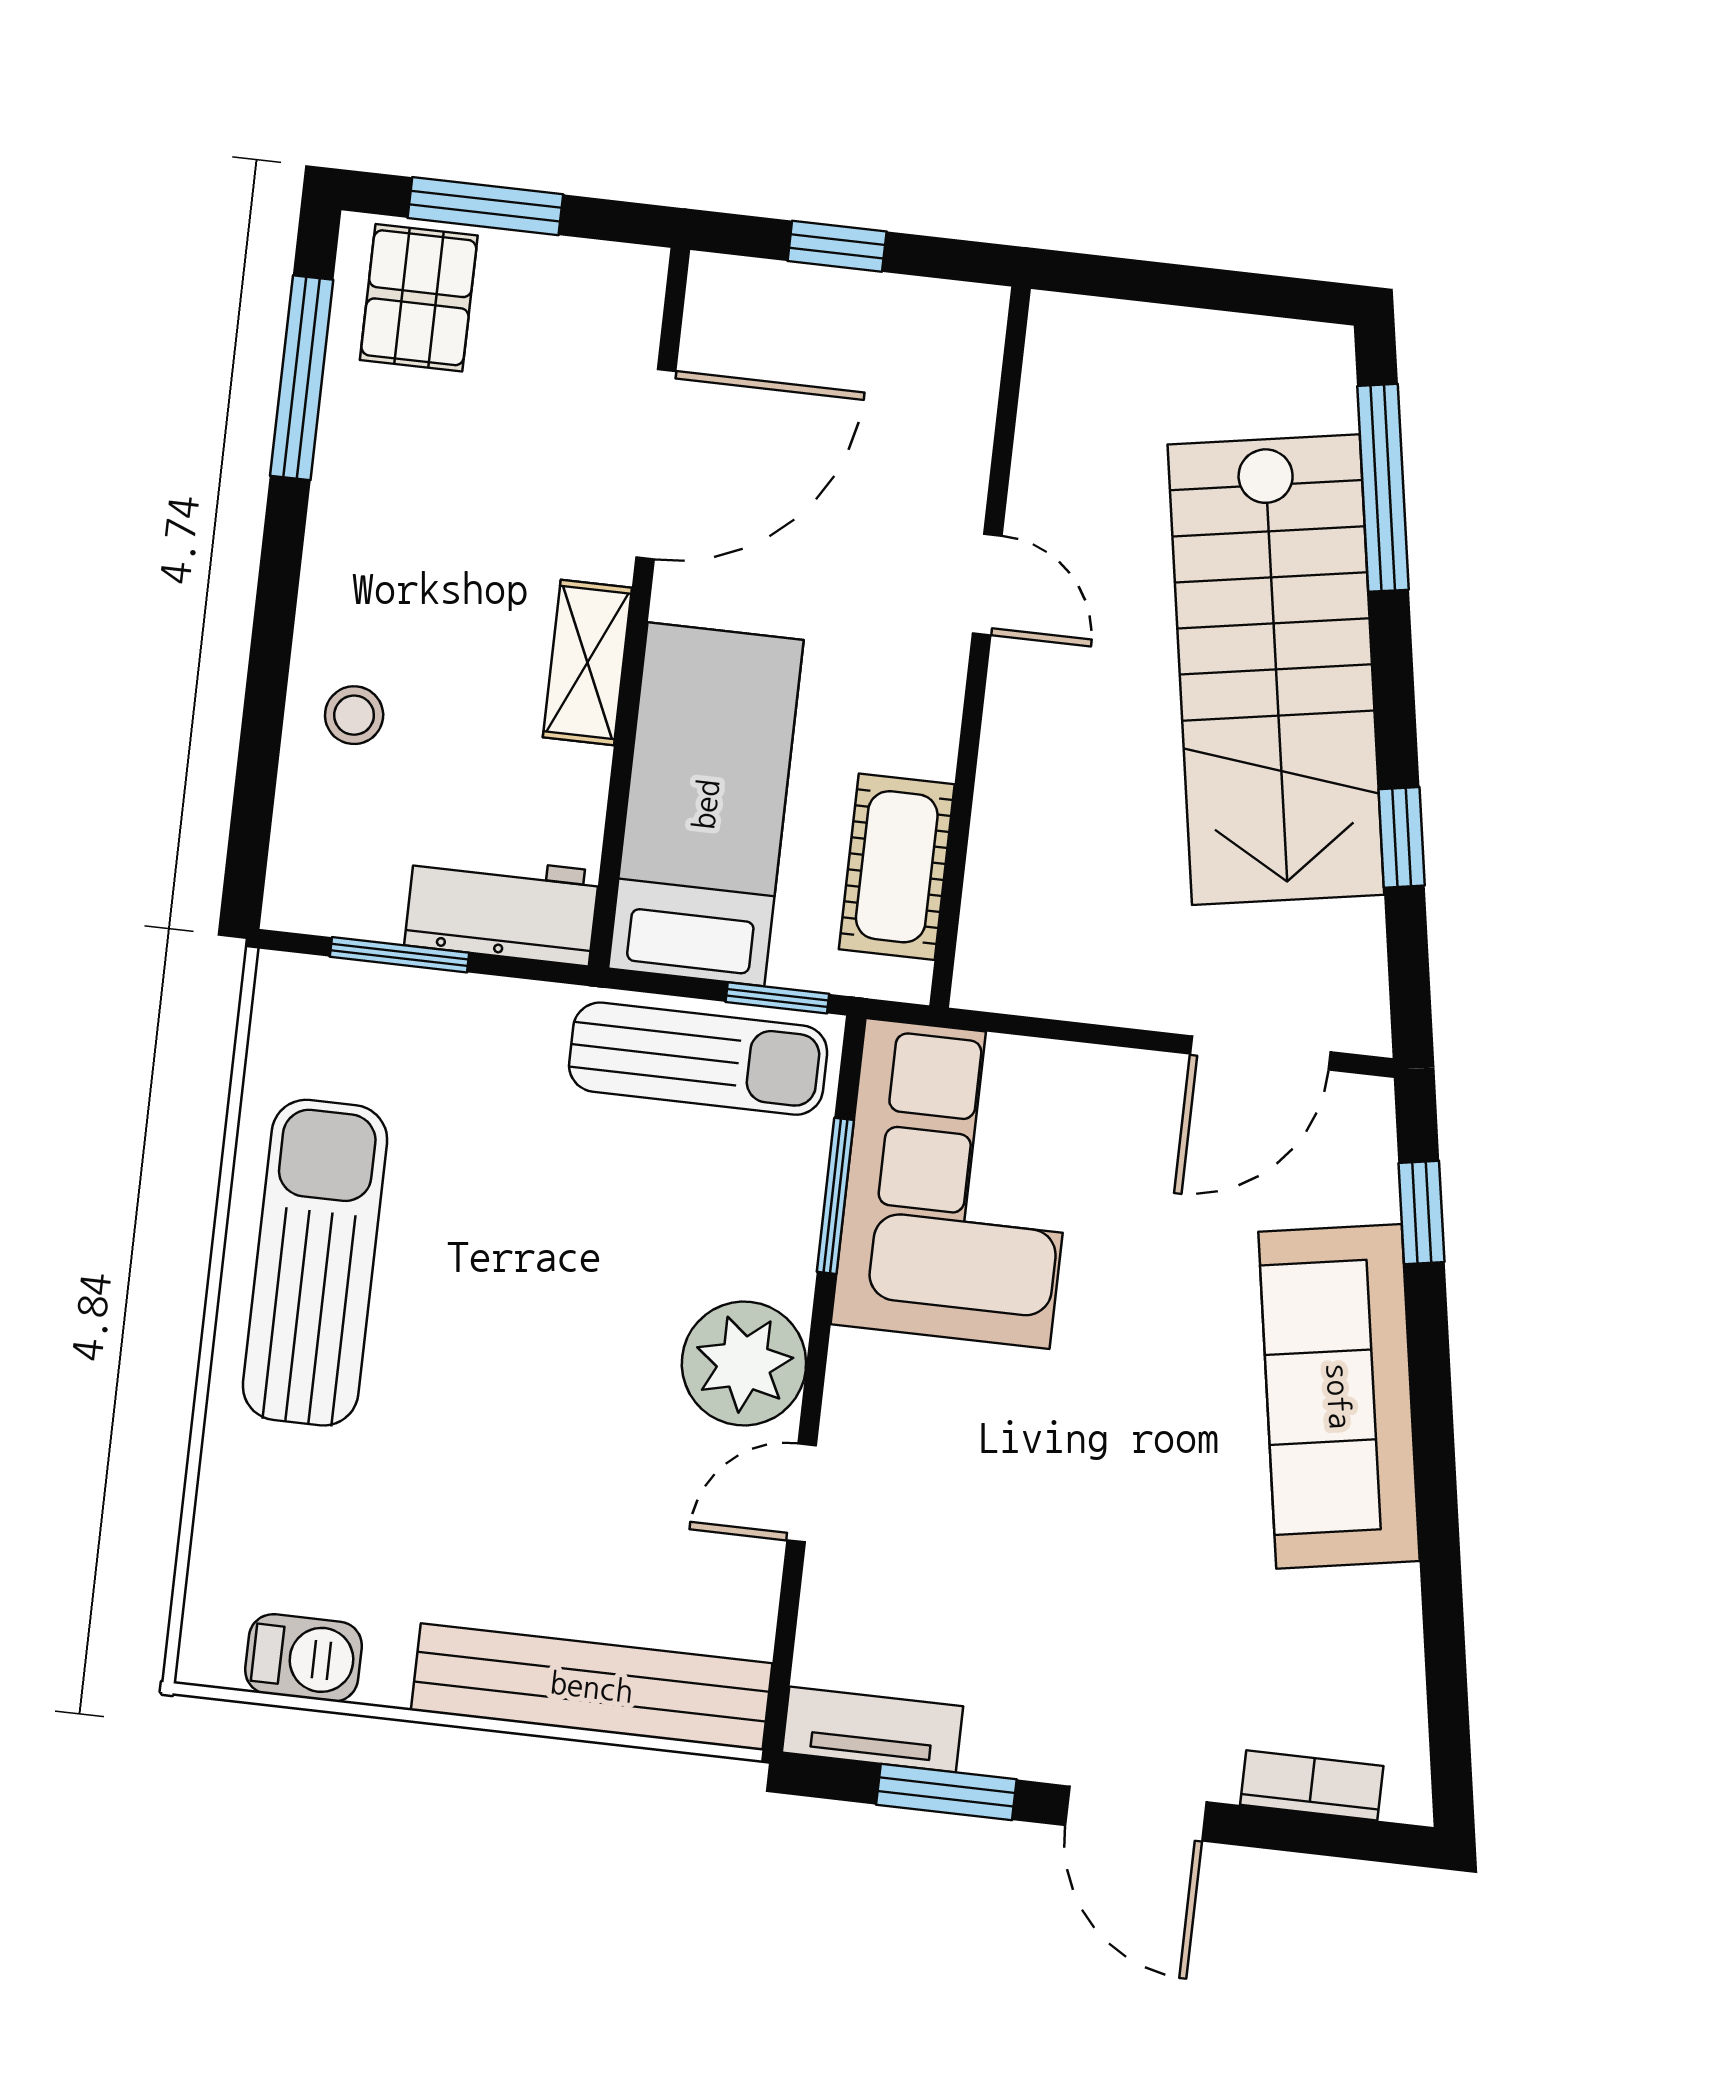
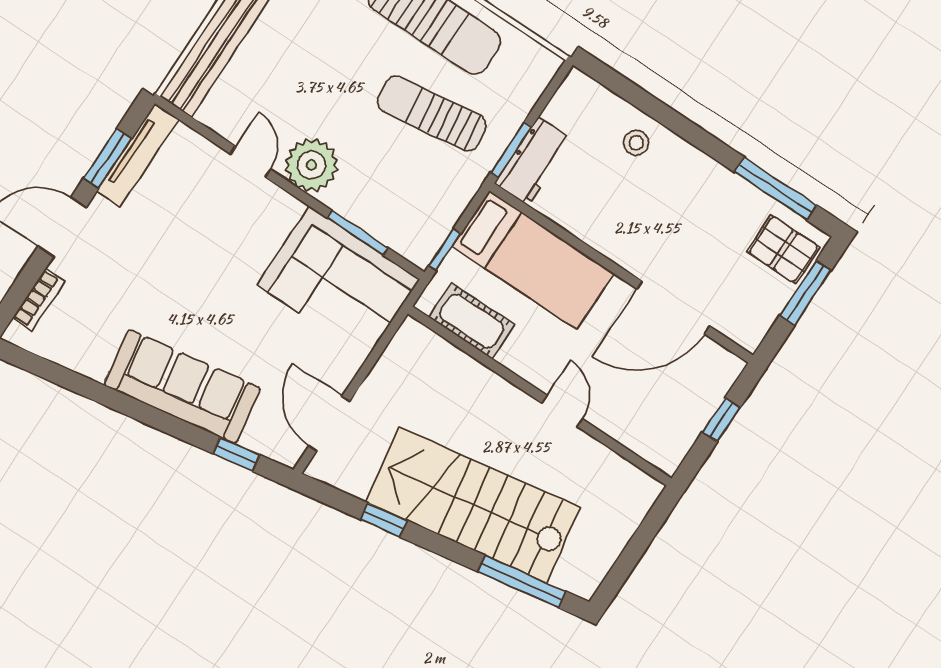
door: (656, 464) -> (673, 308), hinge flipped
door: (987, 584) -> (562, 411), swing flipped
shelving: (587, 662) -> (611, 242), removed
window: (399, 955) -> (511, 150), moved
sun lounger: (698, 1059) -> (432, 113), moved, turned 82
tv unit: (872, 1729) -> (138, 155), width x1.41

